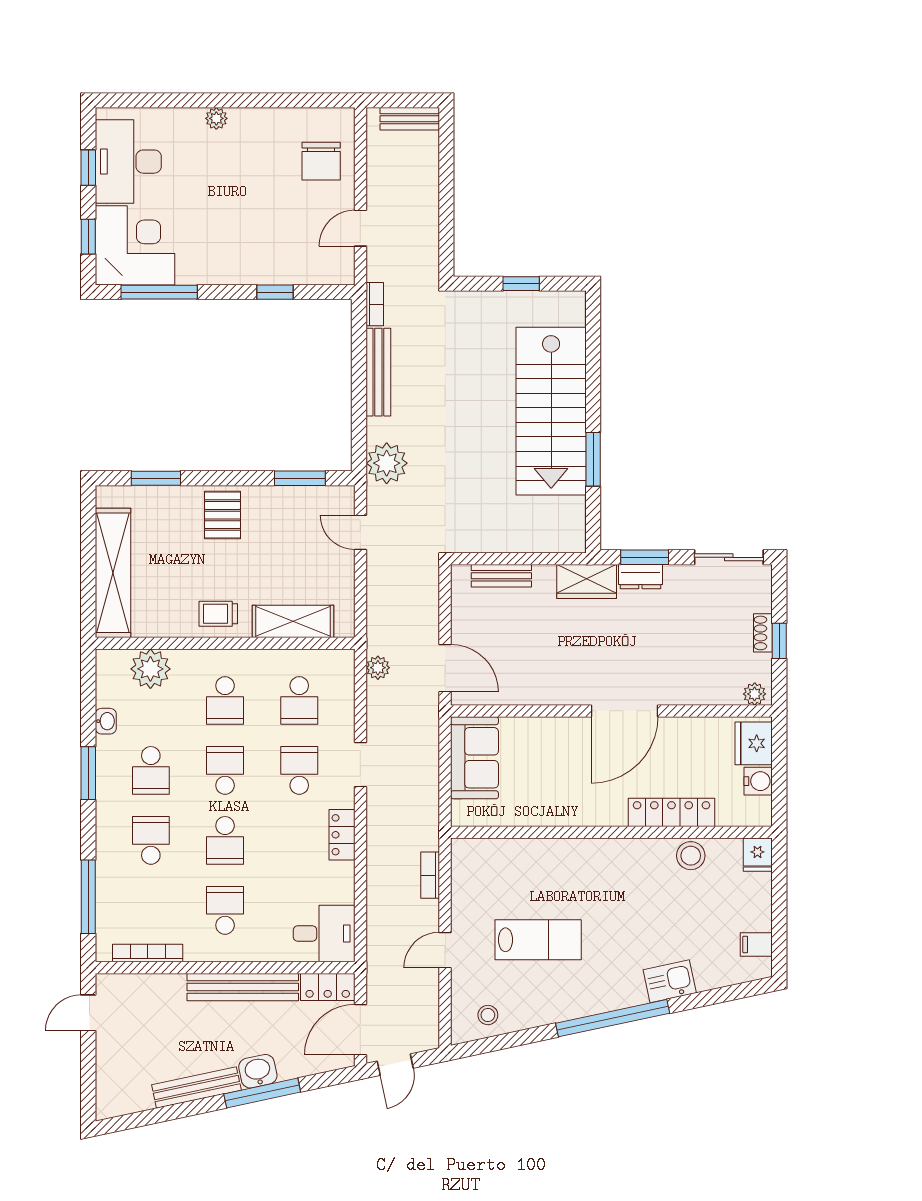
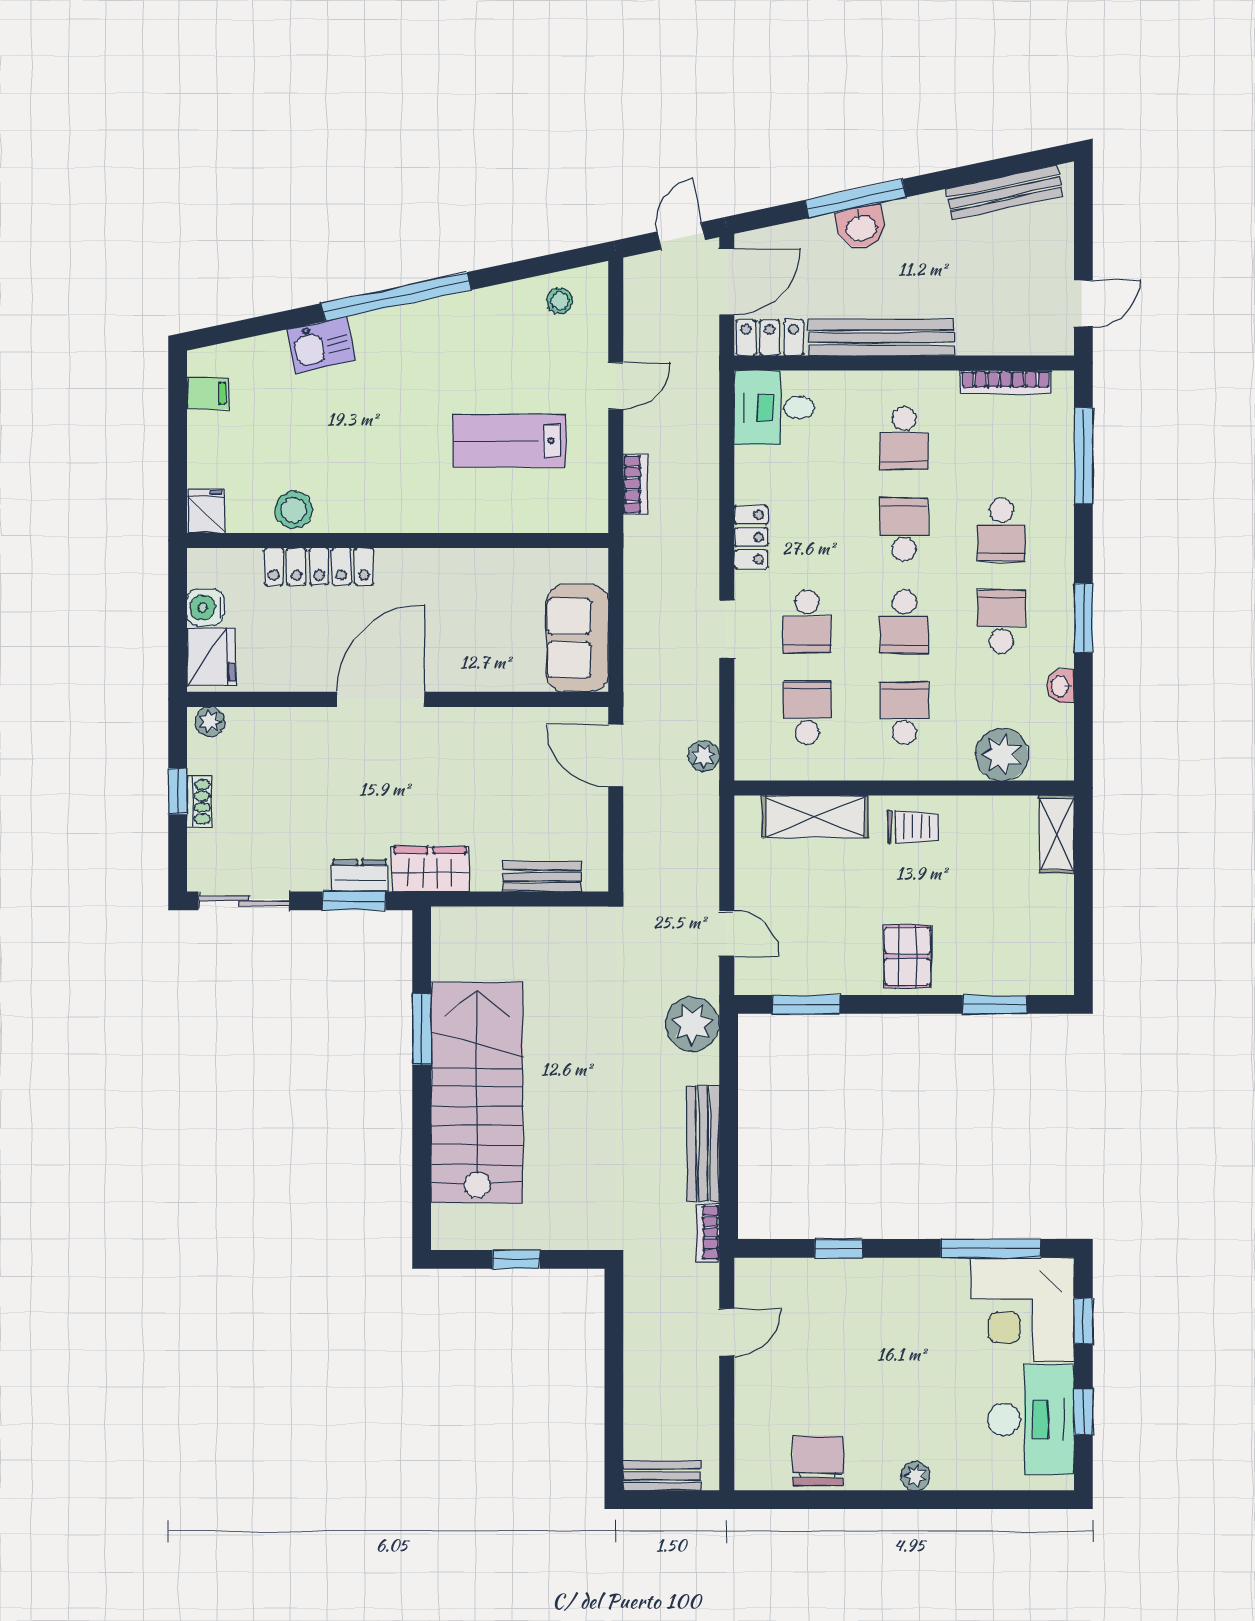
chair: (321, 161) -> (818, 1461), moved
shelving: (113, 573) -> (1057, 834), width x0.45, depth x0.75
lab bench: (538, 940) -> (509, 441), moved
bench: (196, 1087) -> (1004, 193), moved

